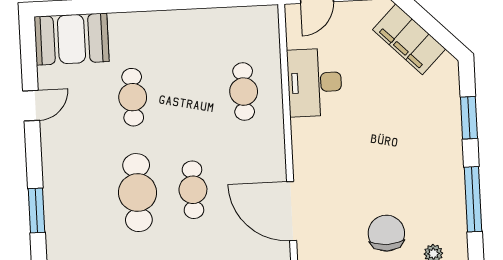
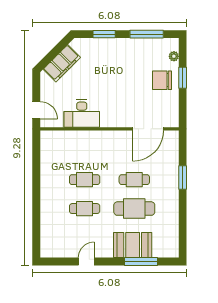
booth: (71, 39) -> (133, 245), moved, turned 90
cafe table: (244, 92) -> (85, 180), moved
door: (31, 106) -> (86, 262), hinge flipped
window: (36, 210) -> (141, 262), width x1.44

